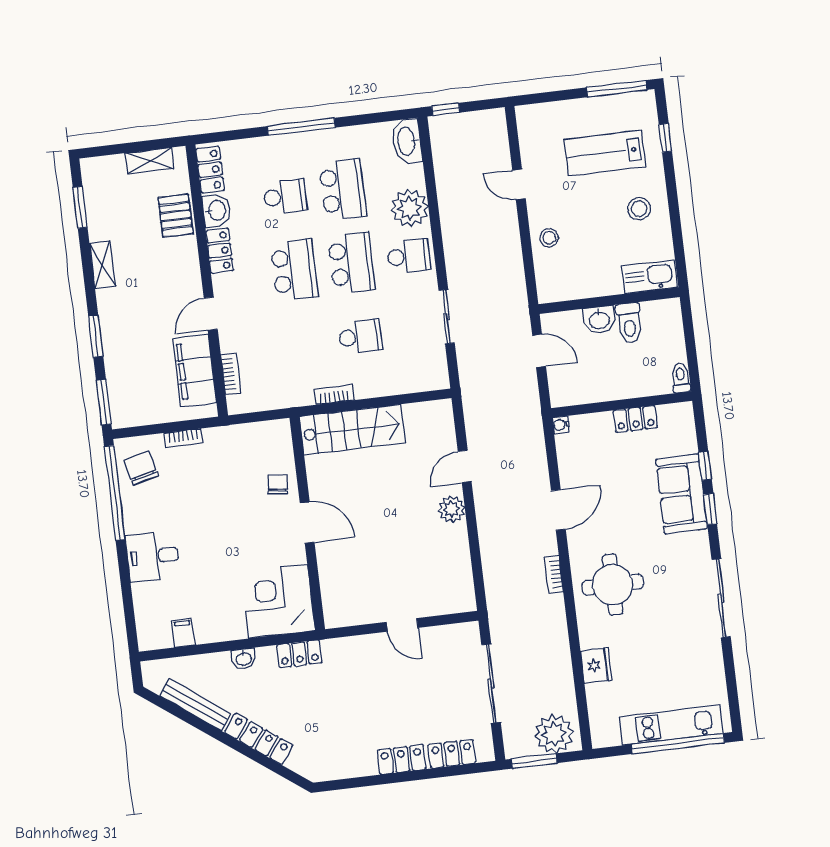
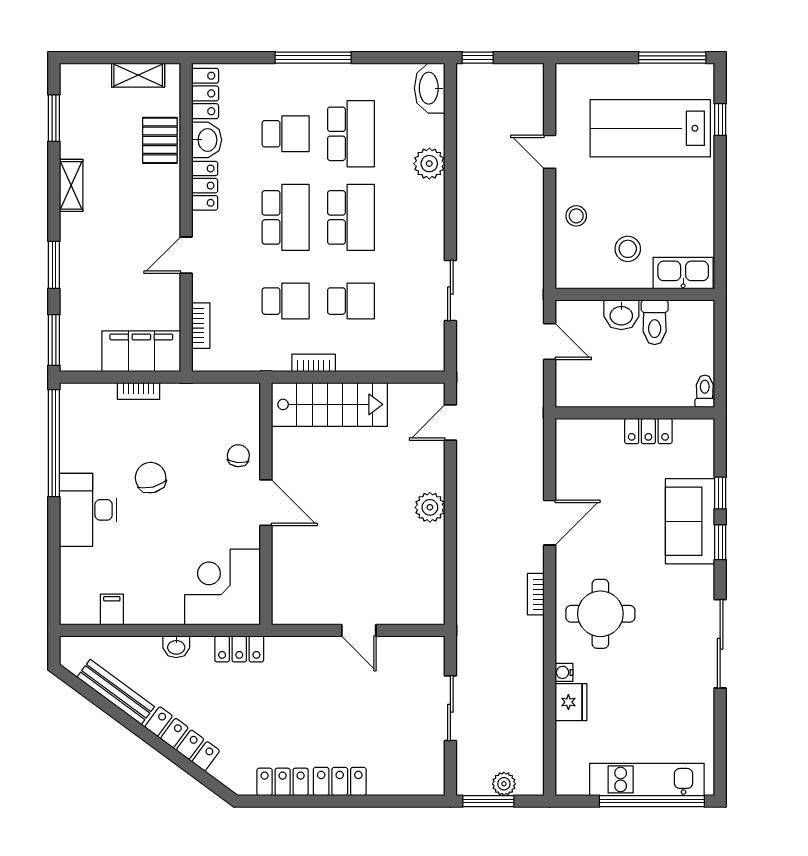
lab bench: (605, 153) -> (650, 128), width x1.36, depth x1.39
plant: (410, 208) -> (429, 164), width x0.73, depth x0.73
stool: (639, 209) -> (628, 249), moved
school desk: (409, 256) -> (286, 301), moved
filing cabinet: (195, 370) -> (141, 351), moved, turned 90
water cooler: (561, 425) -> (564, 672), moved
door: (465, 466) -> (450, 422), moved
chair: (141, 468) -> (151, 478), moved
desk: (153, 556) -> (88, 510), width x1.37
sliding door: (491, 684) -> (450, 708), width x0.73
plant: (554, 734) -> (504, 784), width x0.53, depth x0.53
locker: (452, 754) -> (283, 782), moved

